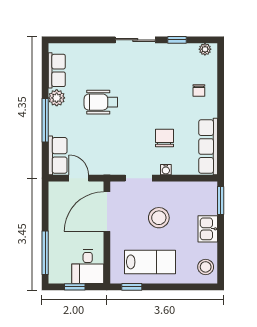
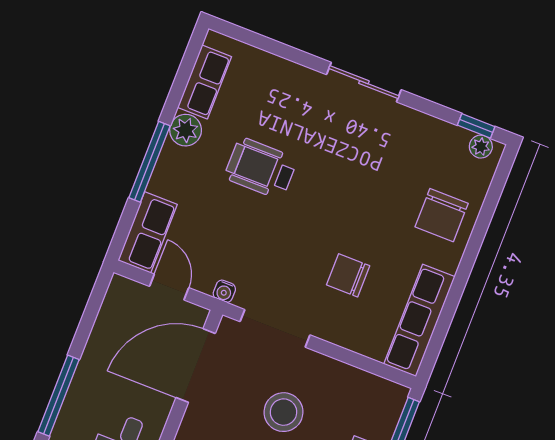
window: (177, 40) -> (476, 126), moved
chair: (199, 90) -> (442, 215), width x1.87, depth x1.87
chair: (164, 138) -> (348, 275), turned -90
water cooler: (166, 170) -> (224, 291), moved
doorway: (139, 178) -> (275, 328), width x1.38

